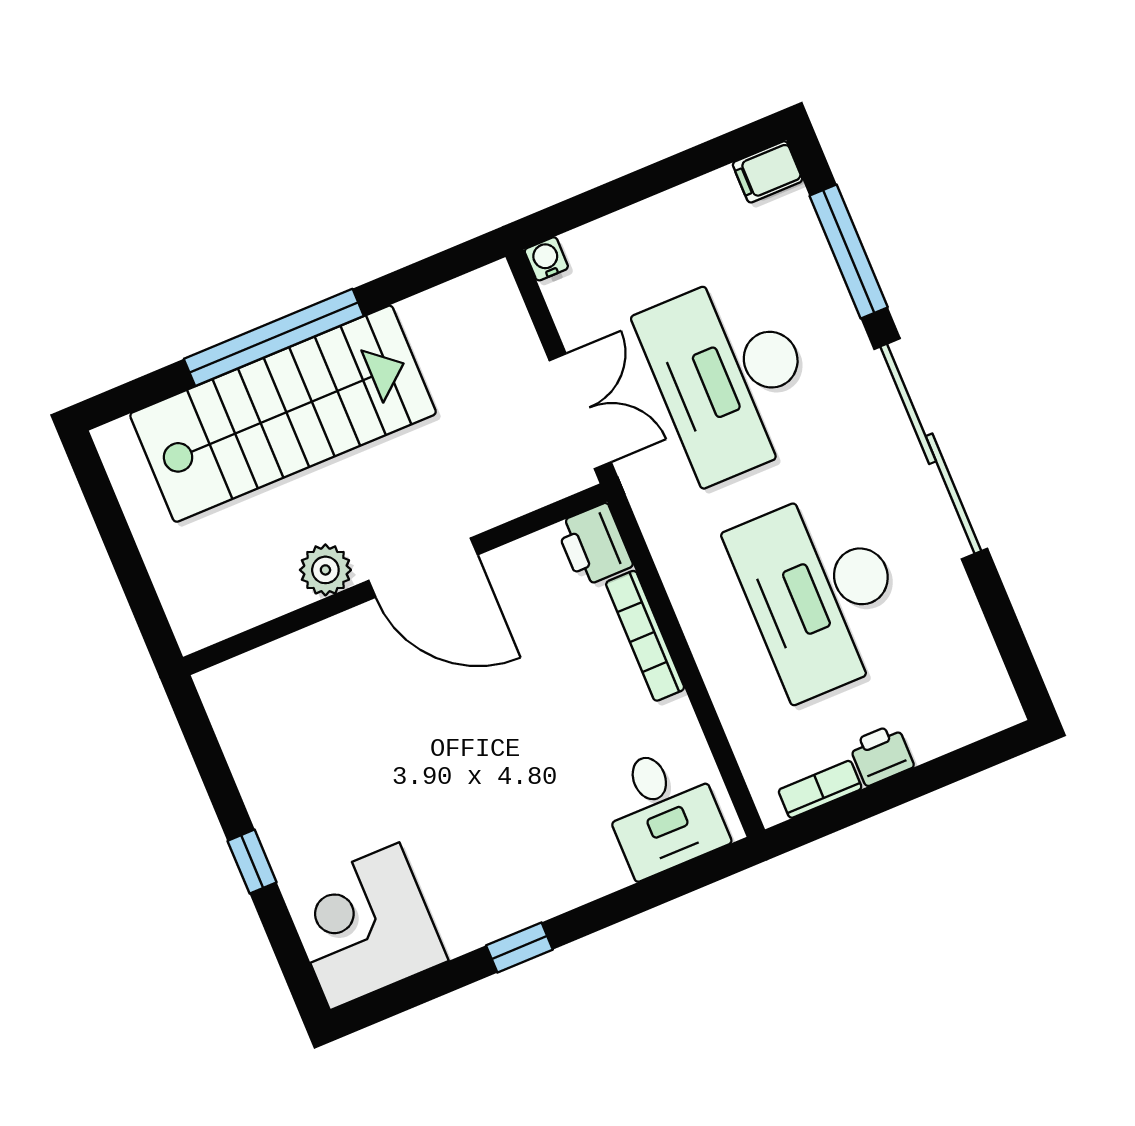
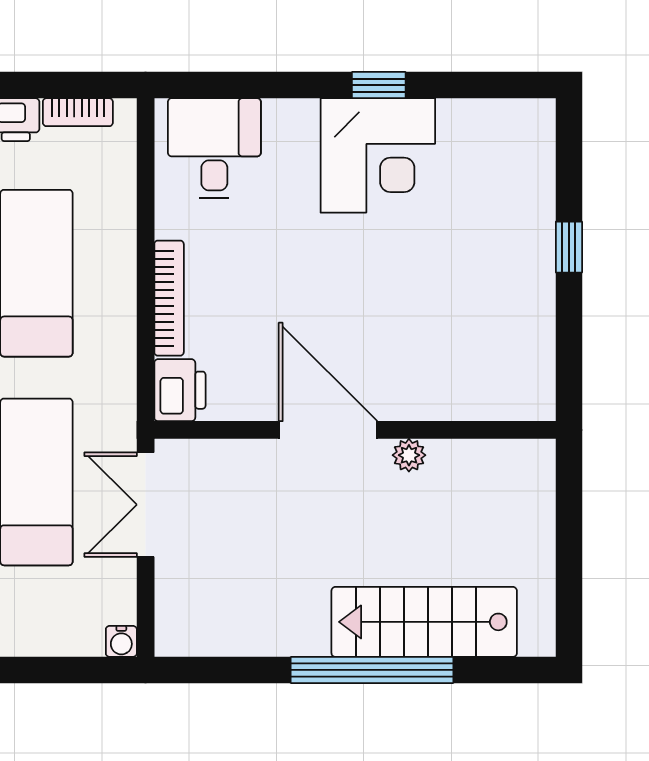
stairs: (283, 414) -> (424, 622), width x0.73, depth x0.66
plant: (325, 570) -> (409, 455), width x0.73, depth x0.73
corner desk: (365, 926) -> (378, 155), moved

